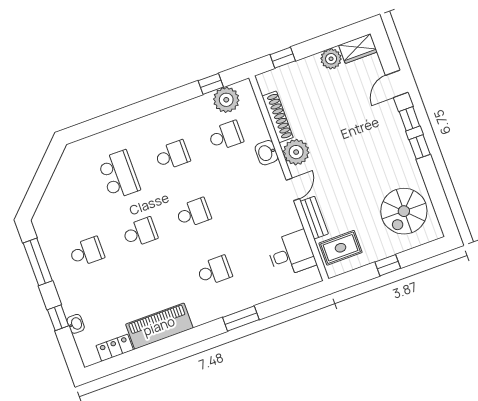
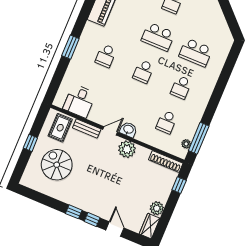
window: (211, 84) -> (199, 138), width x2.17
plant: (226, 100) -> (186, 144), width x0.53, depth x0.53
shoe rack: (278, 117) -> (166, 162), moved
washbasin: (266, 153) -> (128, 130), moved
door: (293, 189) -> (110, 131), swing flipped
spiral stairs: (404, 211) -> (57, 165), moved
school desk: (140, 232) -> (158, 37), width x1.85

